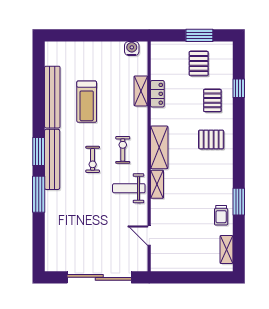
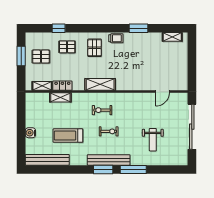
water cooler: (132, 48) -> (30, 133), moved
bench: (52, 97) -> (47, 160), moved
treadmill: (87, 102) -> (68, 136), turned 180
shelving: (157, 184) -> (42, 86), moved
weight bench: (129, 188) -> (153, 140), moved
trolley: (221, 215) -> (116, 38), moved

